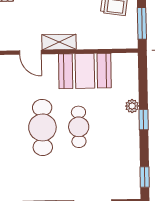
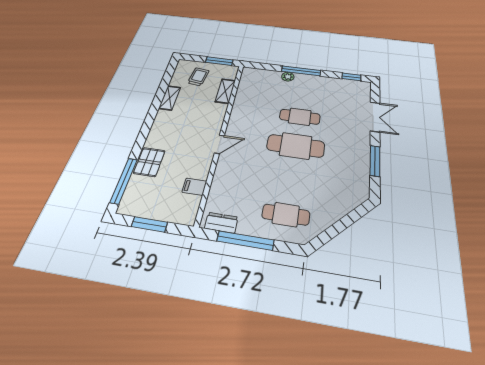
shelving: (59, 42) -> (225, 91), moved
booth: (85, 71) -> (249, 105), removed
window: (144, 120) -> (301, 71), width x2.17

